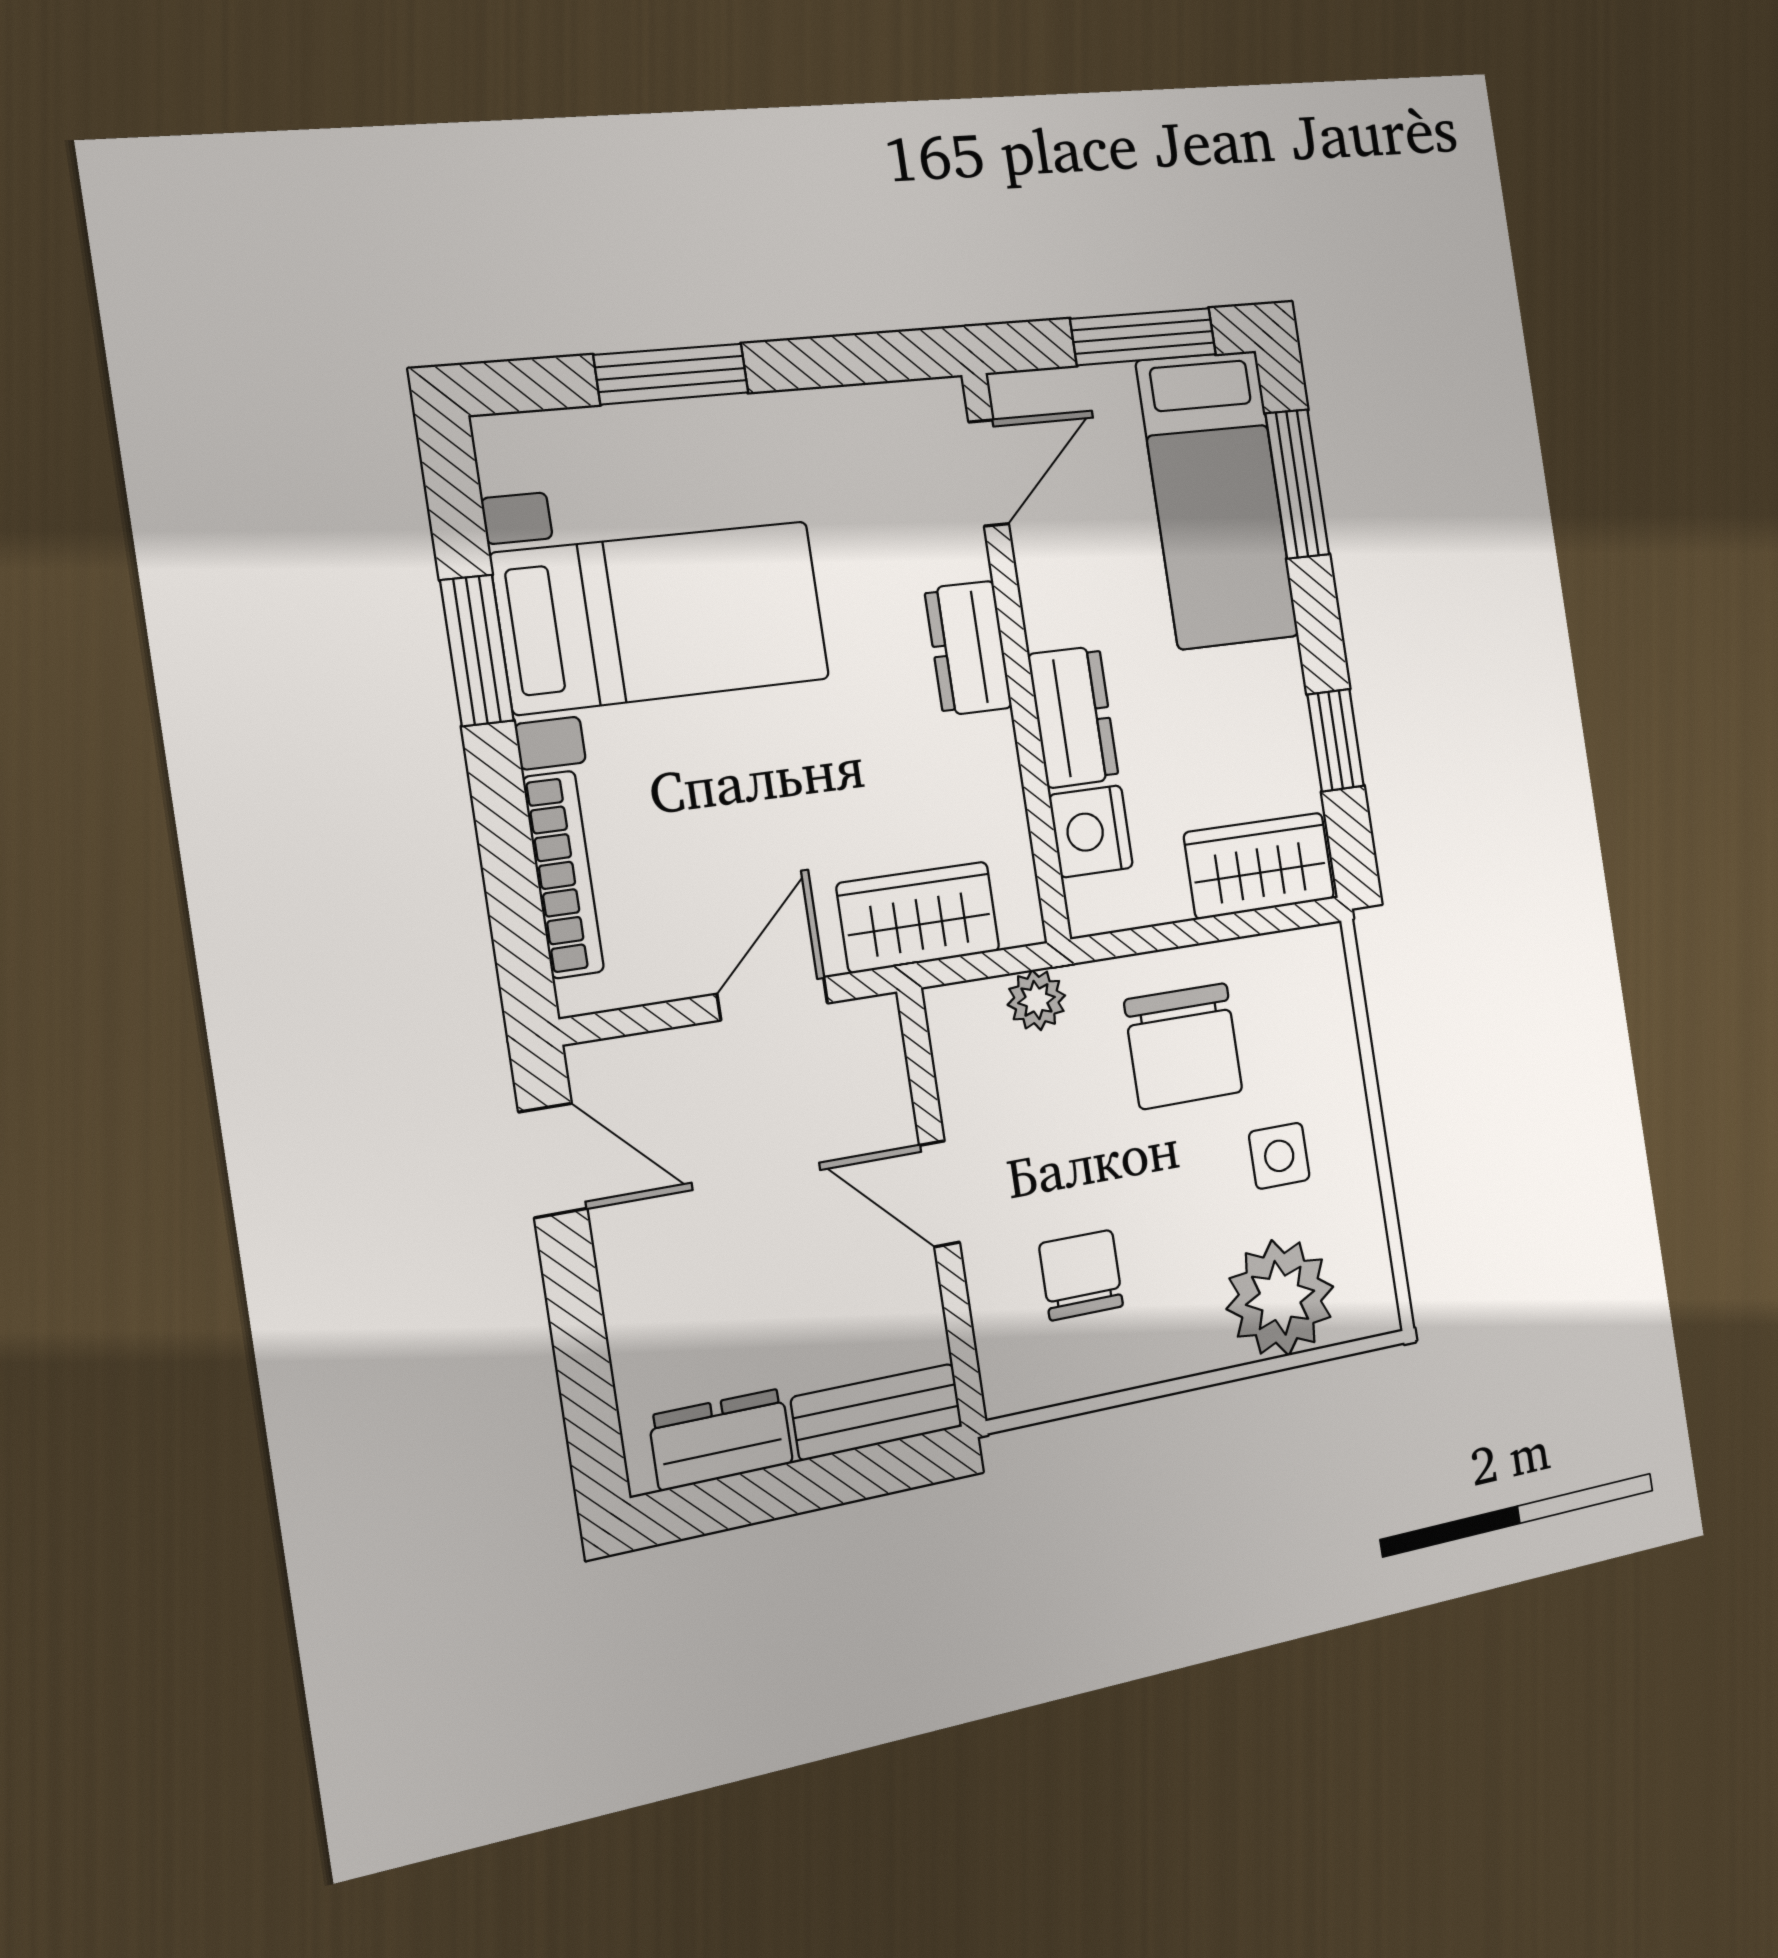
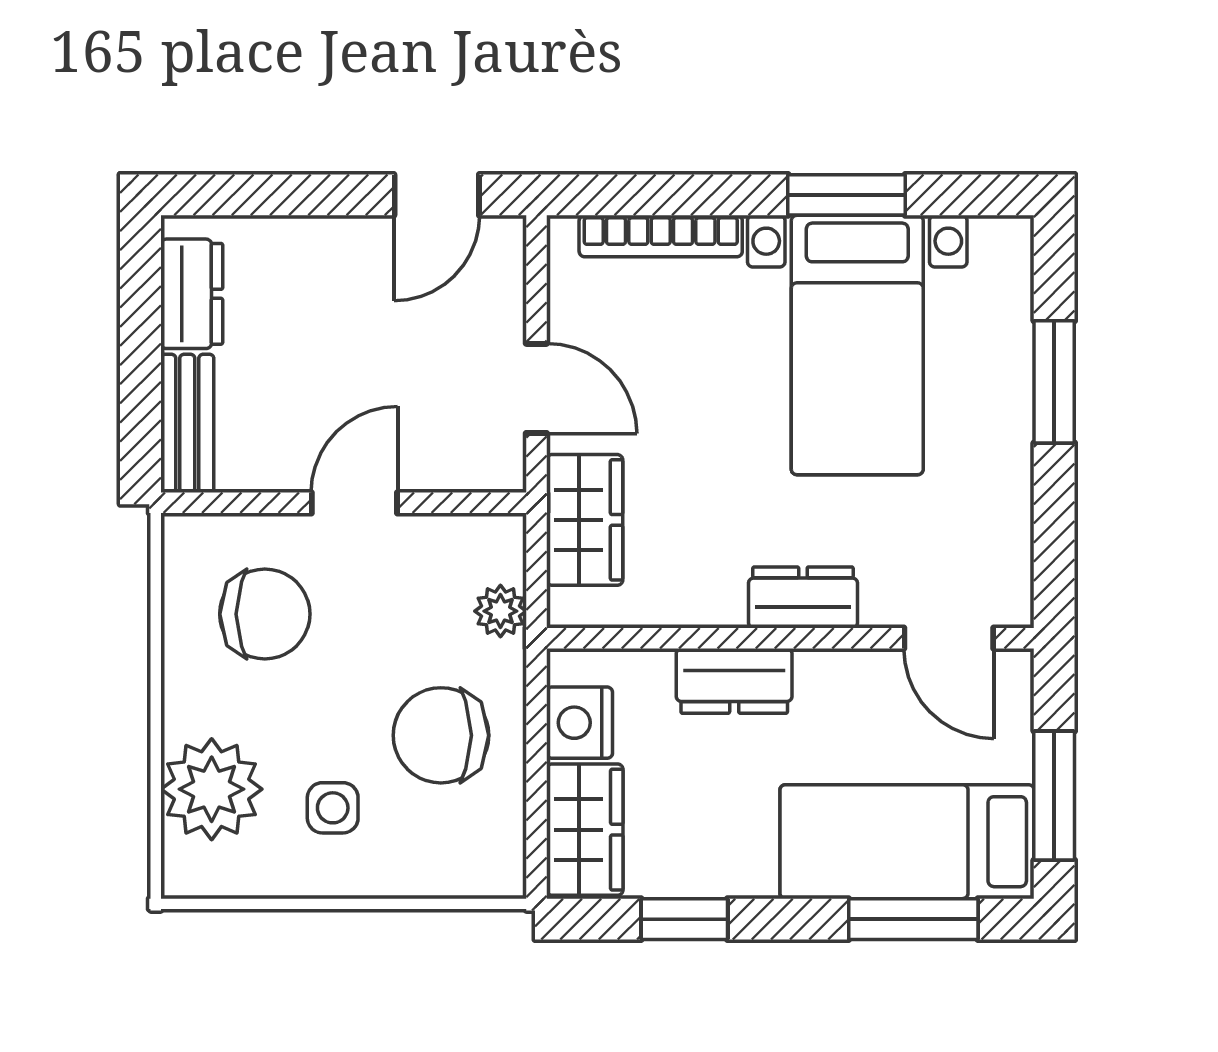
nightstand: (1091, 831) -> (580, 723), moved, turned -90
chair: (1081, 1275) -> (265, 614), width x1.37, depth x1.37

